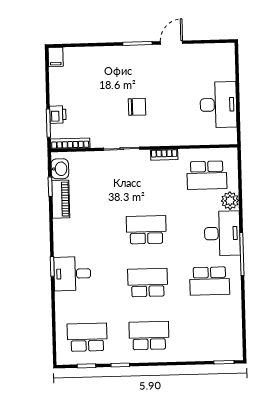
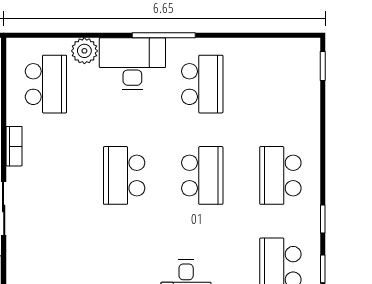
school desk: (148, 283) -> (202, 175), turned 180

